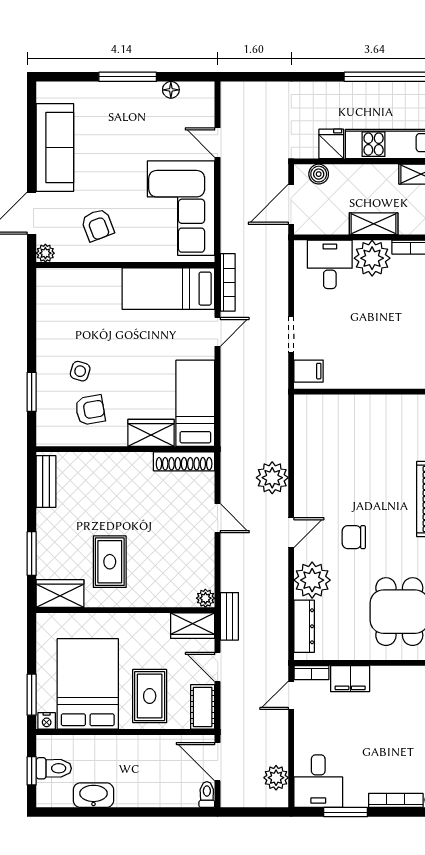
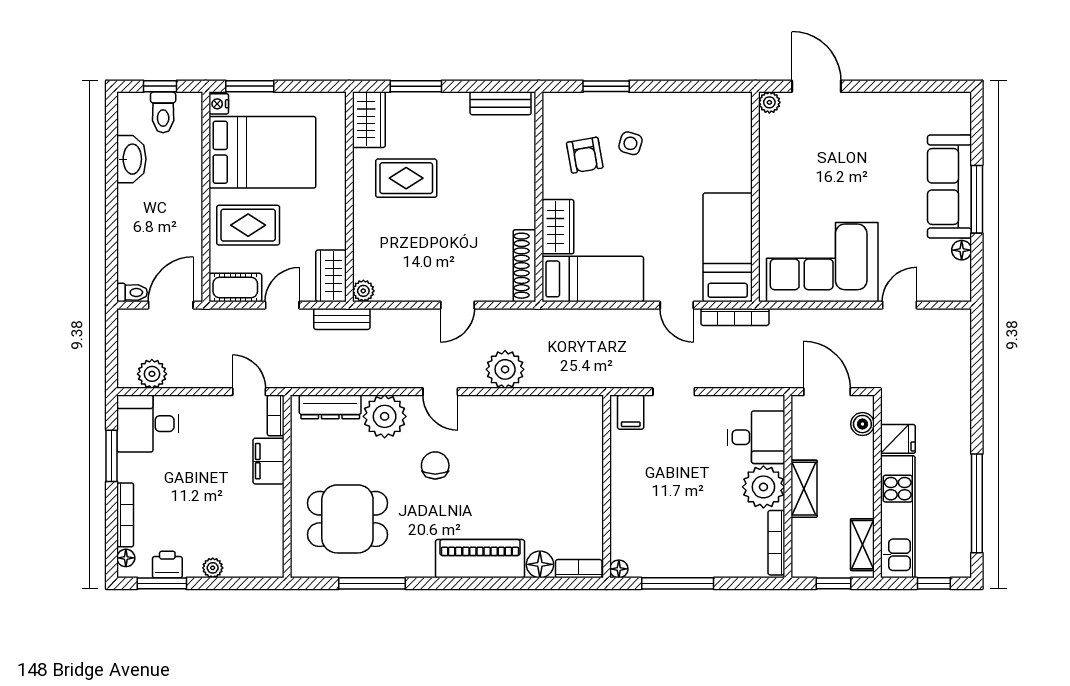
sofa: (55, 147) -> (950, 187), moved, turned 90
armchair: (98, 225) -> (802, 164), removed

